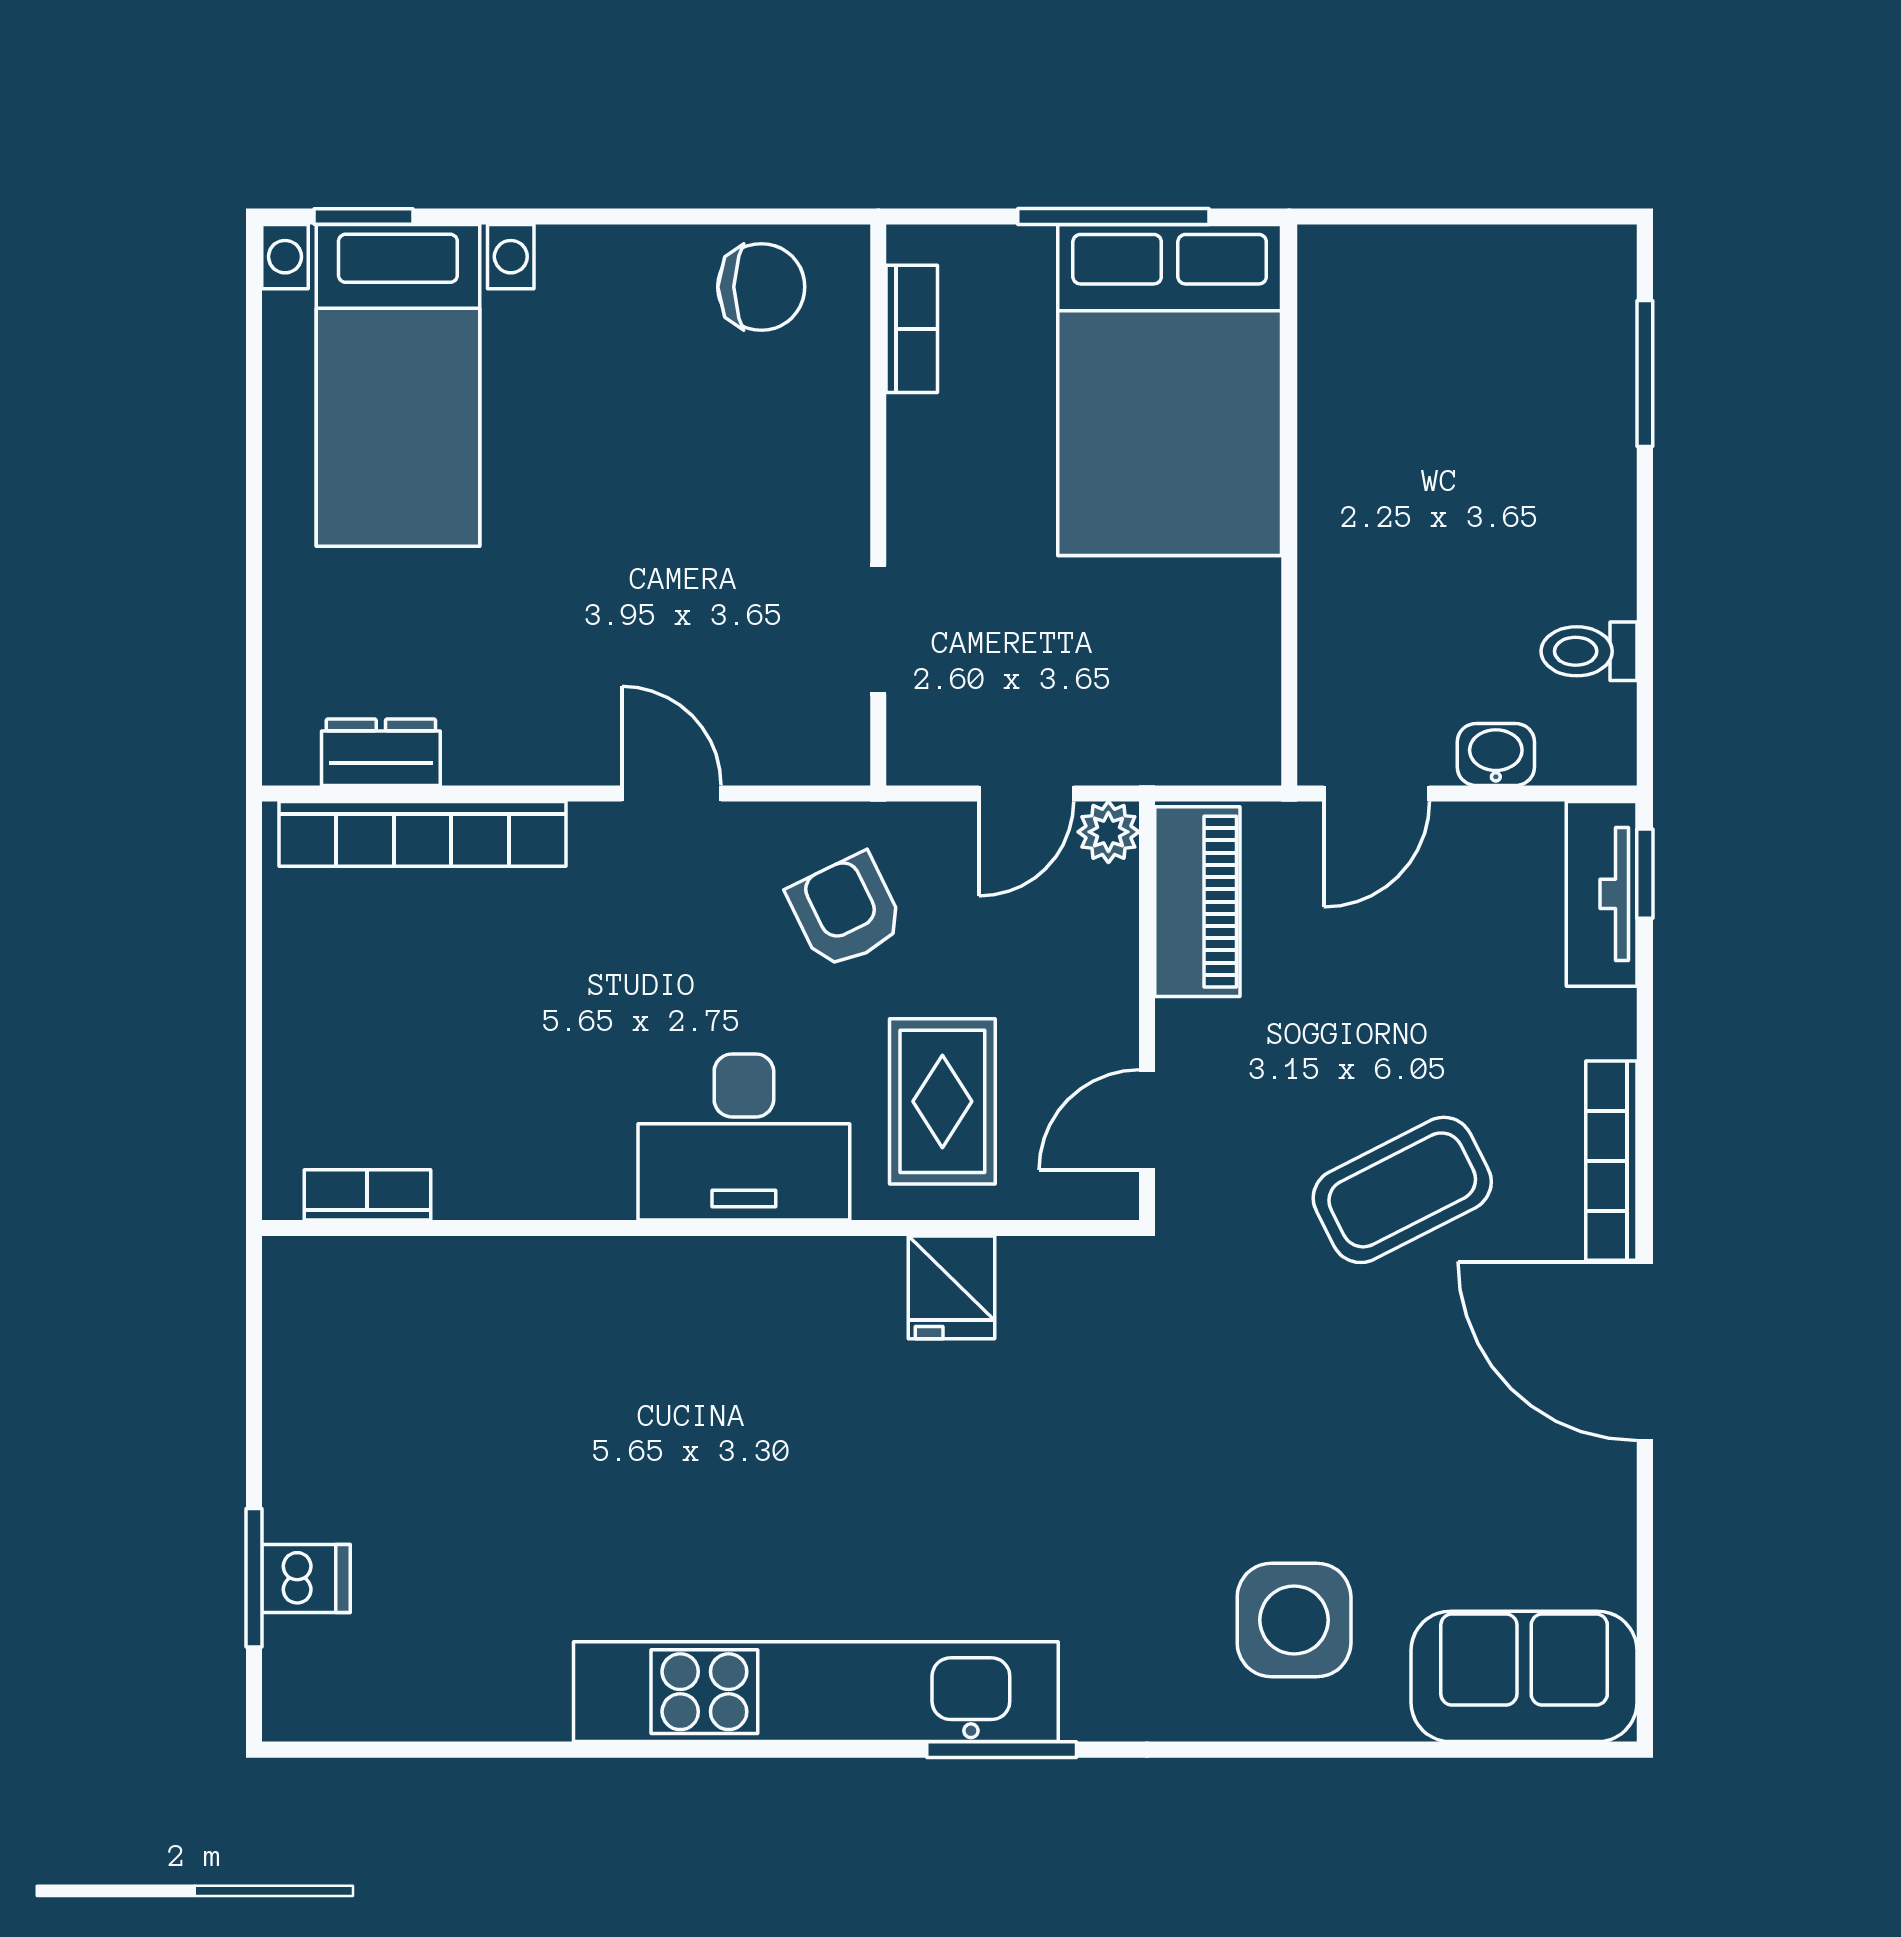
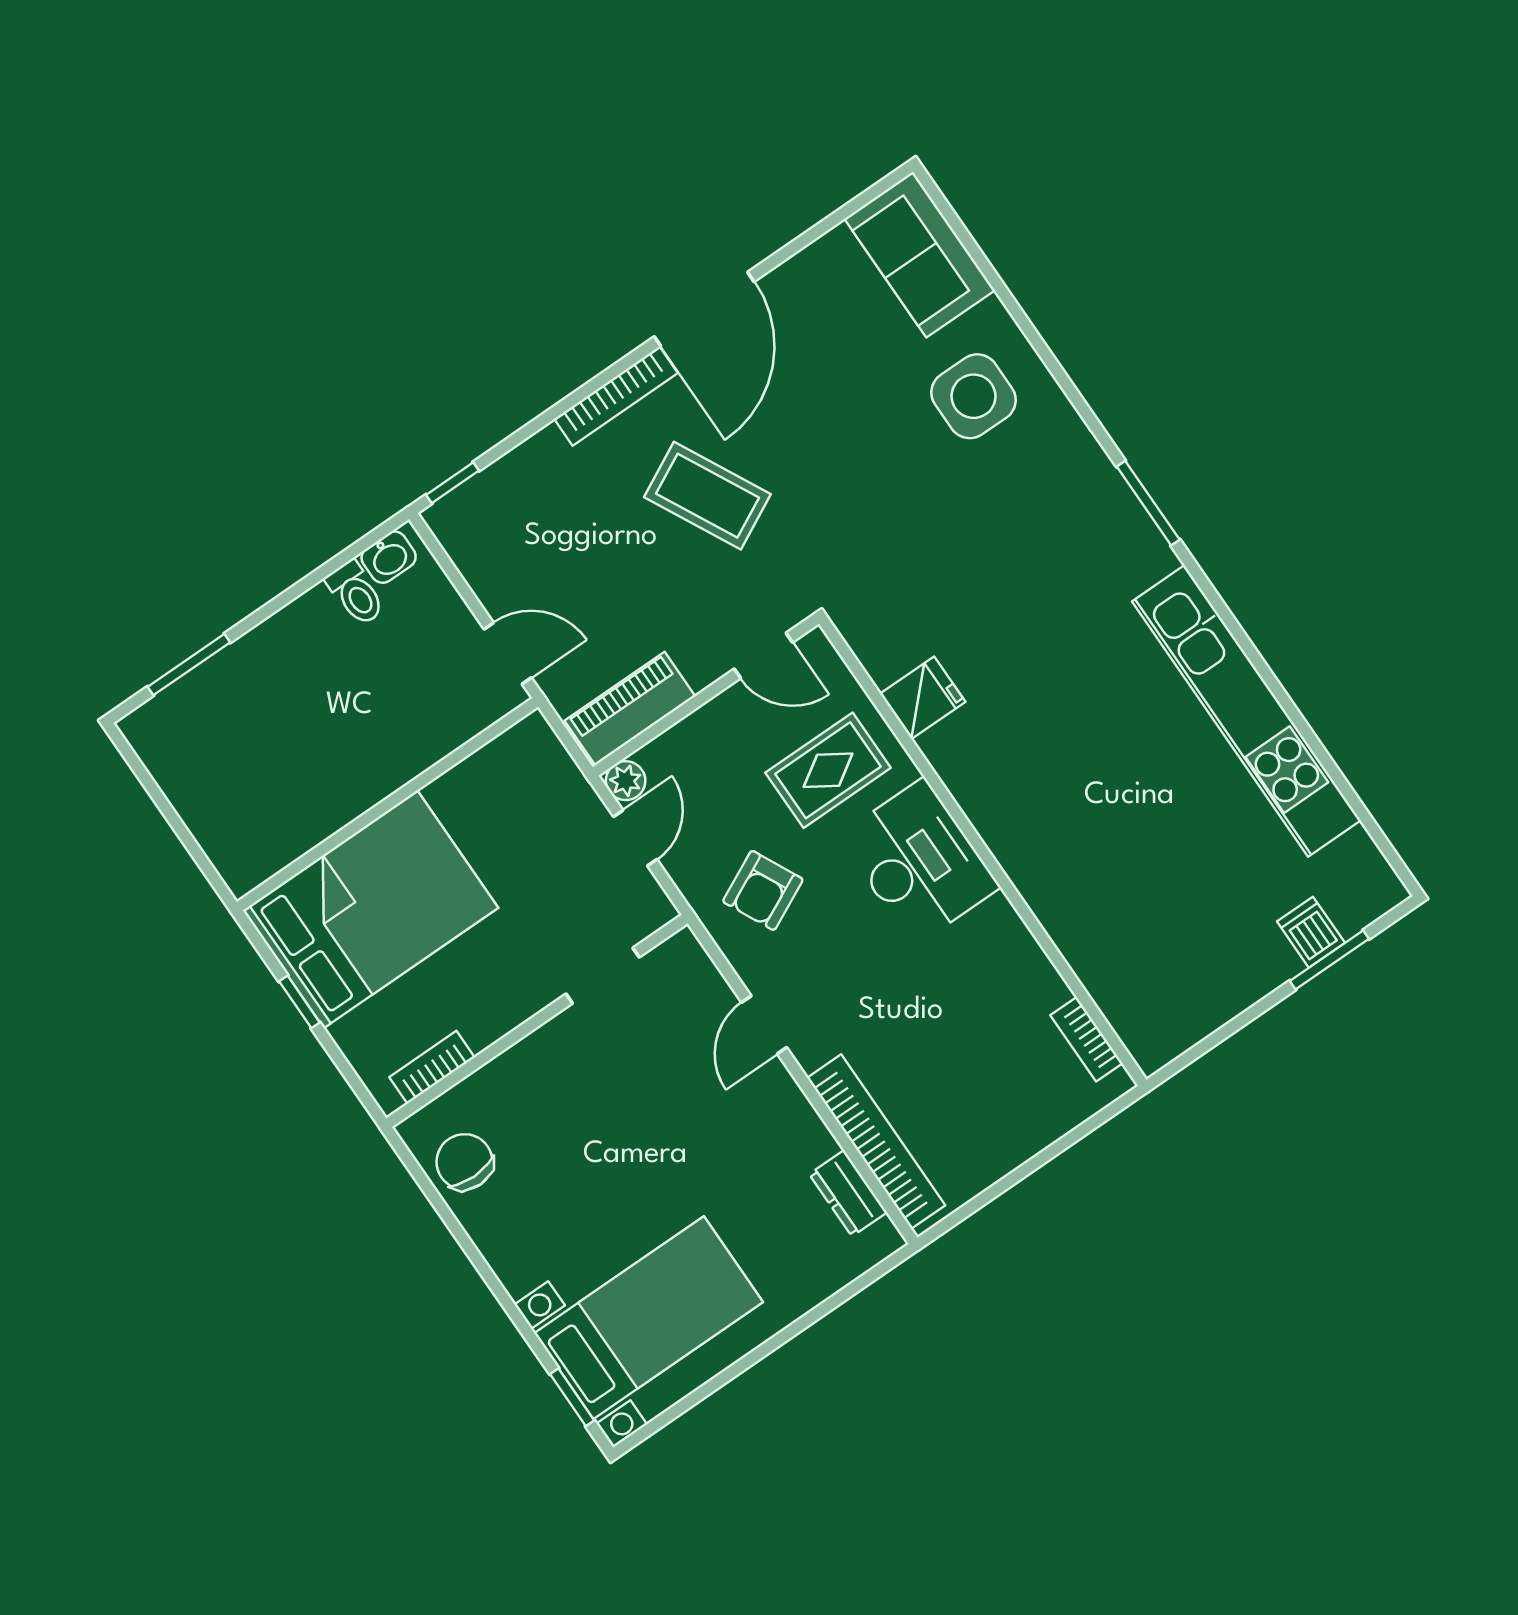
window: (1113, 217) -> (299, 1002), width x0.46
washbasin: (1496, 754) -> (389, 557), moved, turned -90
door: (1026, 793) -> (635, 838), hinge flipped
tv unit: (1602, 894) -> (479, 498), removed
kitchen unit: (816, 1692) -> (1246, 711), moved

